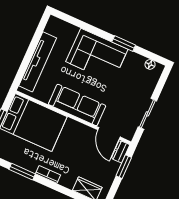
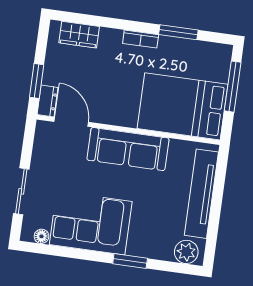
plant: (59, 27) -> (186, 252), added
window: (124, 43) -> (130, 261), moved
corner sofa: (97, 55) -> (91, 223), moved
sliding door: (147, 114) -> (21, 191), moved

